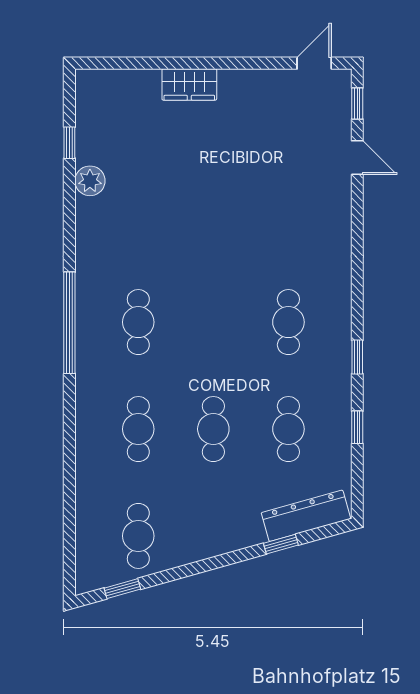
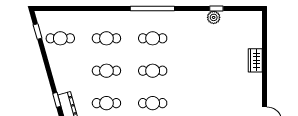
window: (69, 143) -> (216, 9), moved
cafe table: (213, 322) -> (153, 71), added

